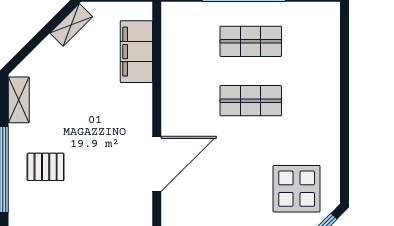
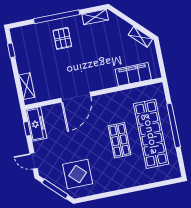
shop shelf: (251, 41) -> (151, 134), width x2.00, depth x1.36
door: (157, 164) -> (76, 97), hinge flipped

